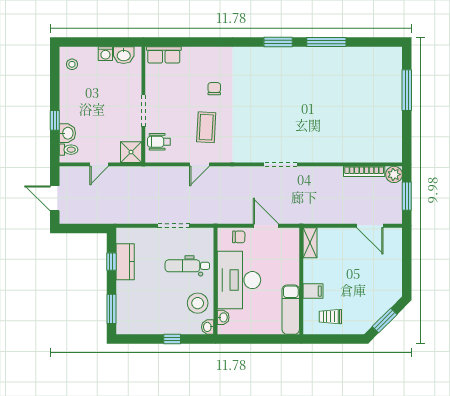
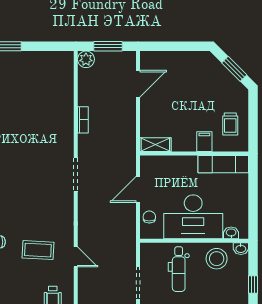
bookcase: (364, 171) -> (83, 120), moved, width x0.64

